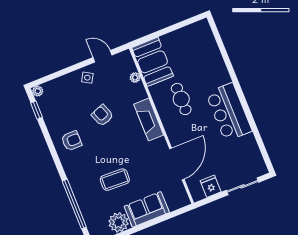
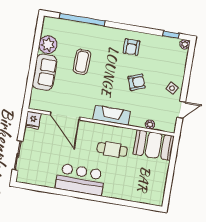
fridge: (211, 186) -> (33, 120), moved, turned 90

